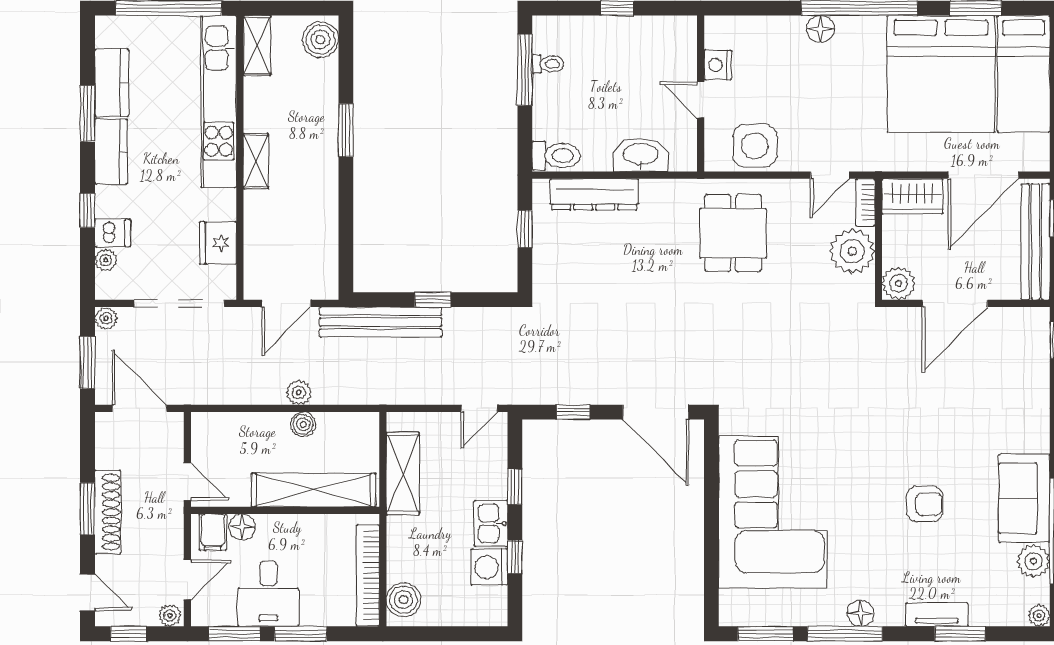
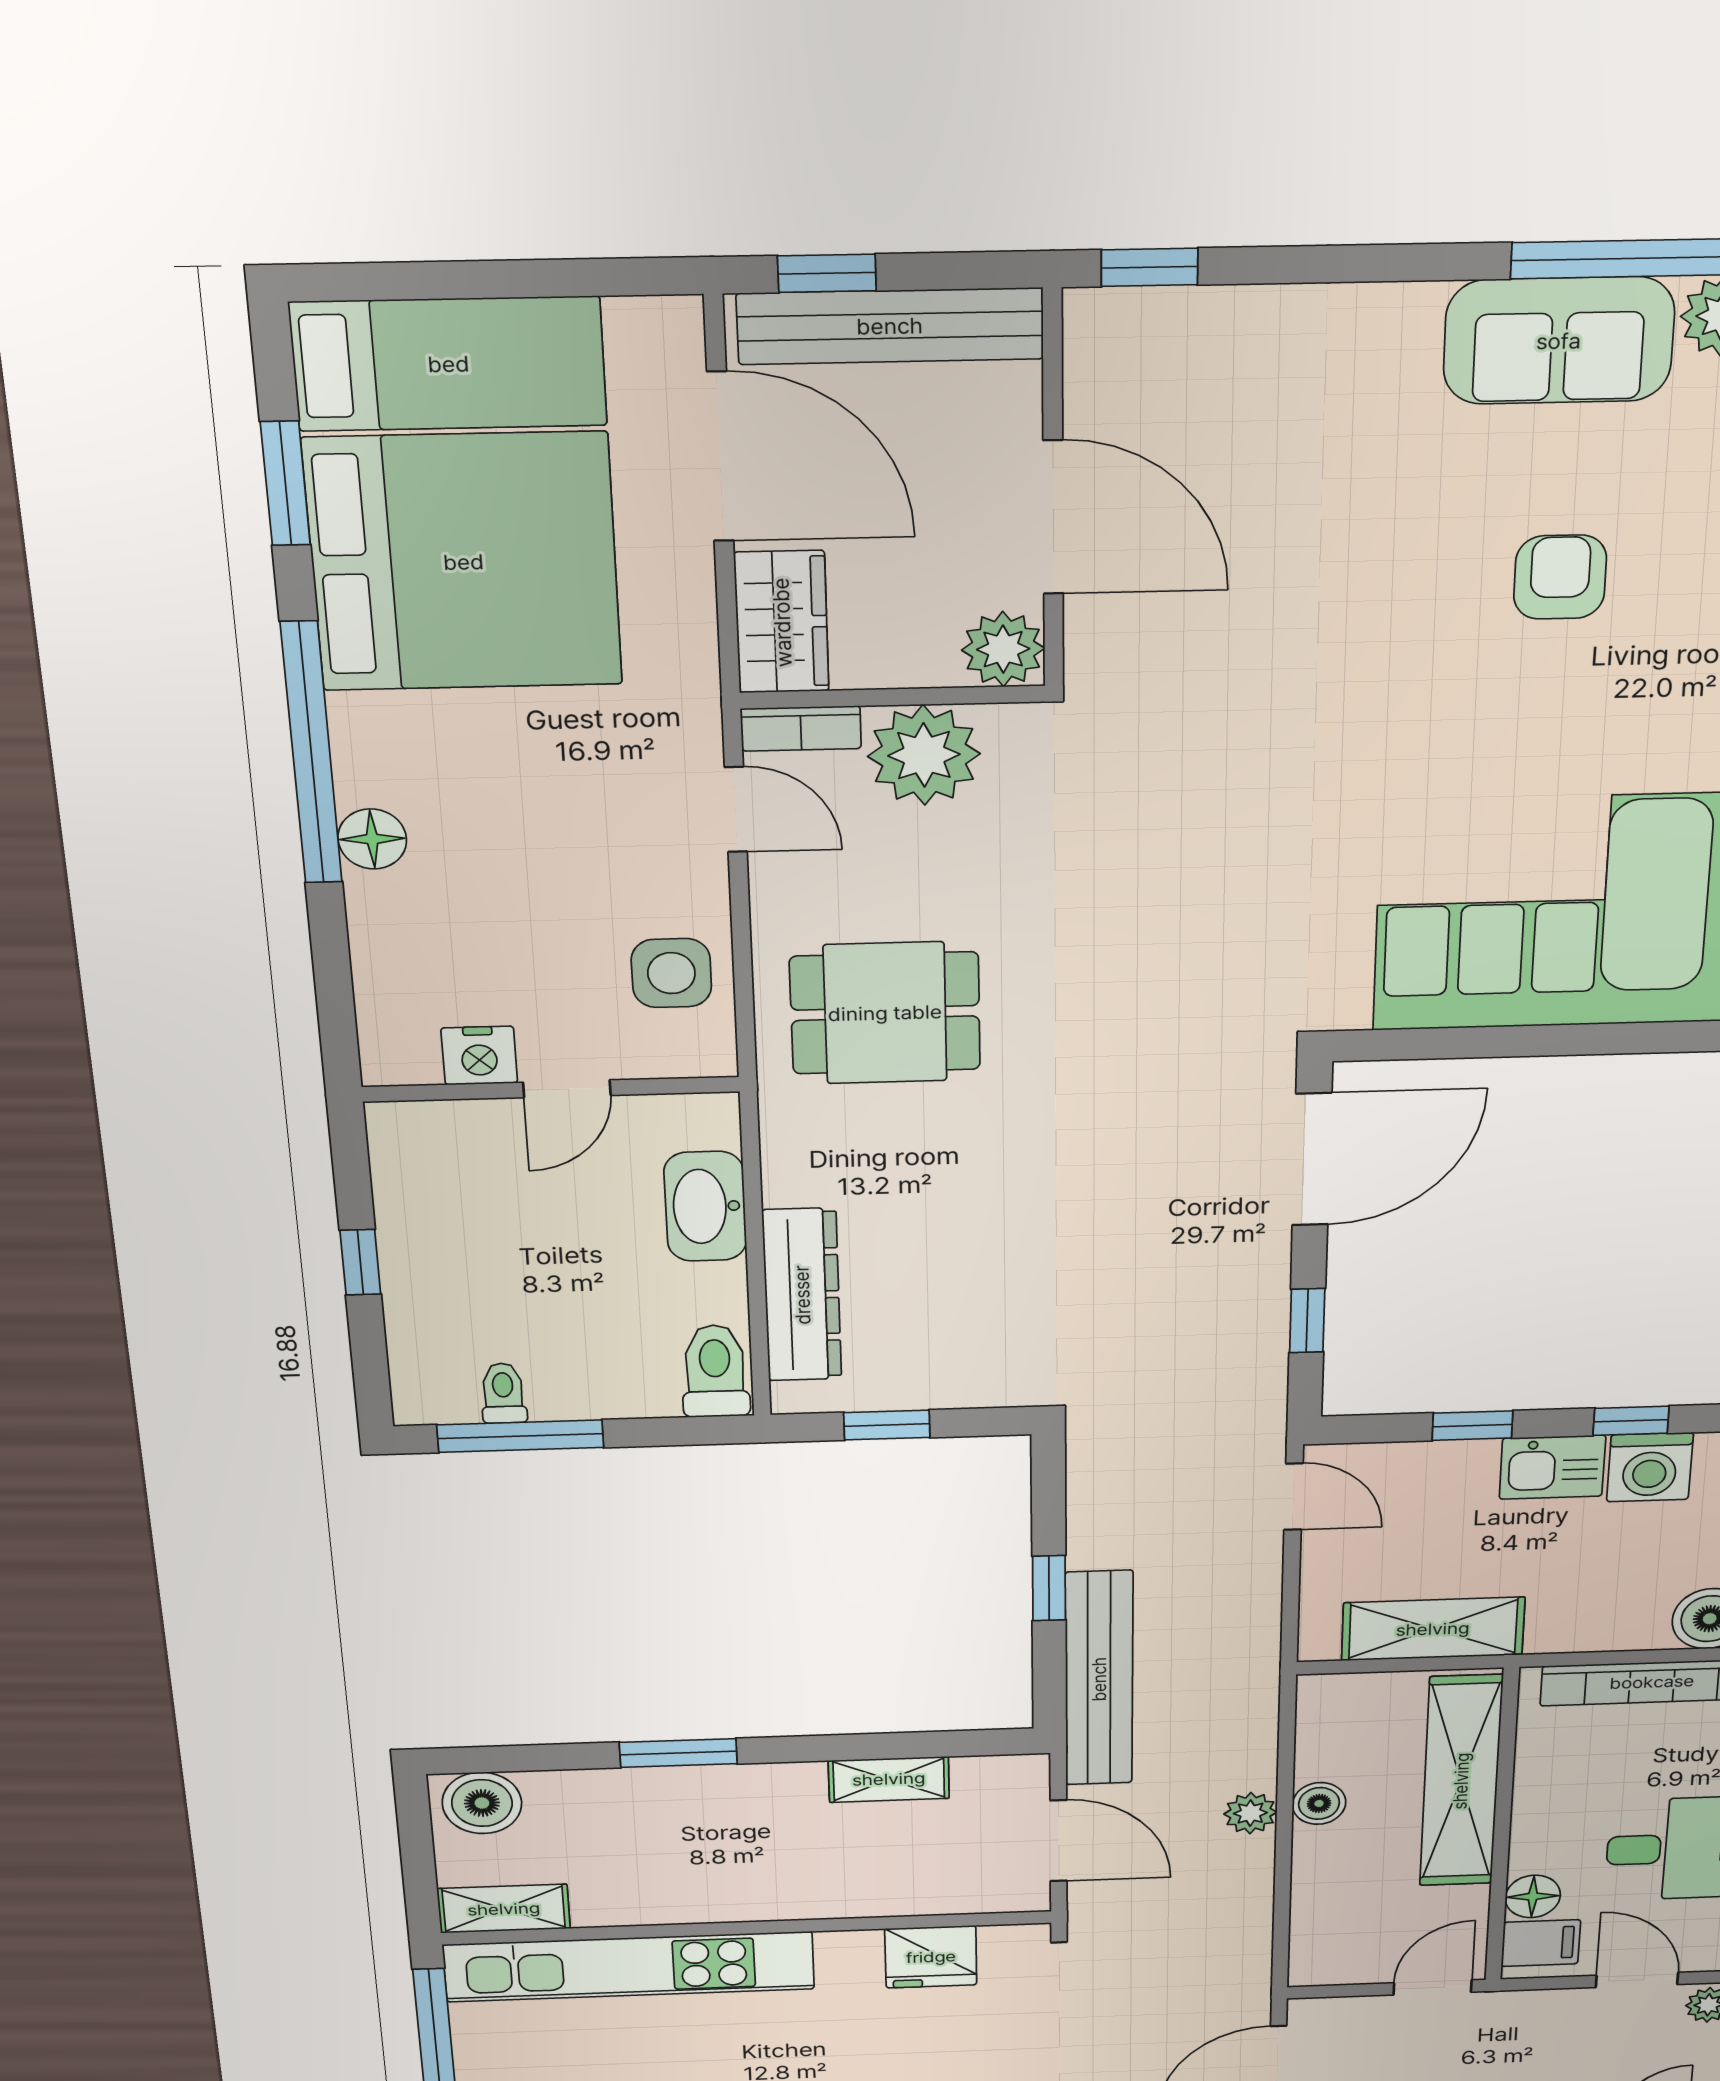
side table: (755, 146) -> (671, 973), width x0.73, depth x0.73
shelving: (256, 161) -> (889, 1779), moved

